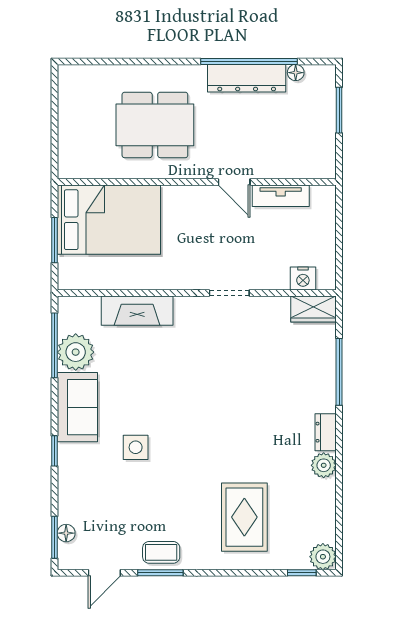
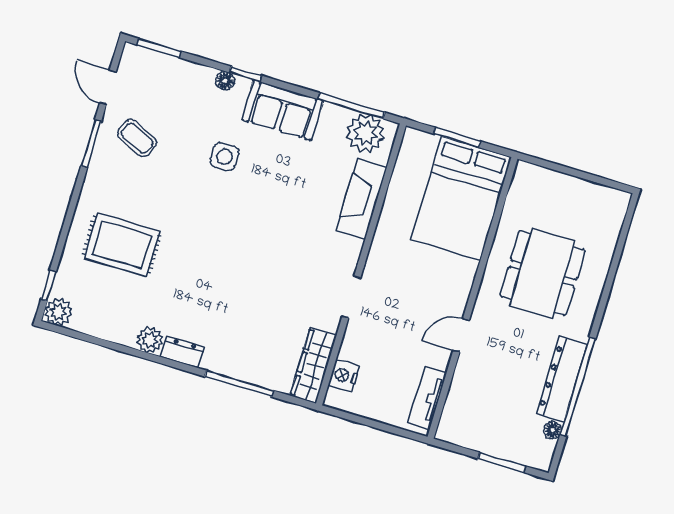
tv unit: (281, 196) -> (427, 398), moved
wardrobe: (314, 309) -> (313, 366), width x1.50
plant: (76, 352) -> (365, 133), moved
floor lamp: (66, 533) -> (225, 81), moved
coffee table: (161, 552) -> (137, 138), moved, turned -66

